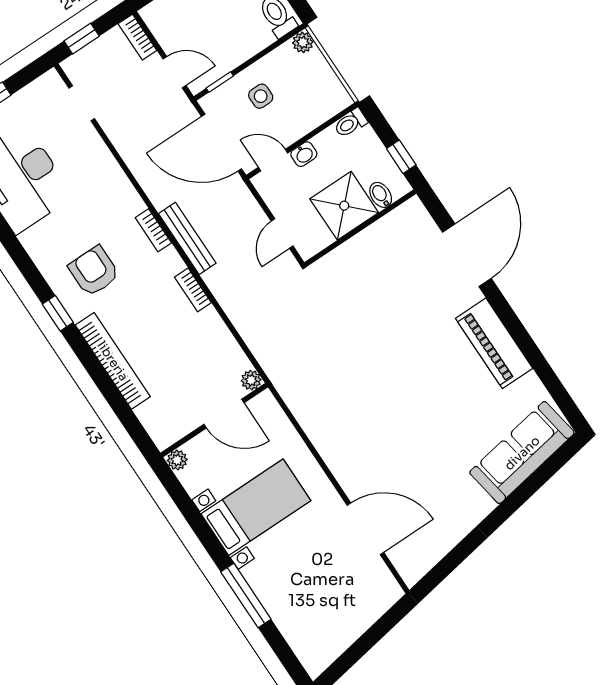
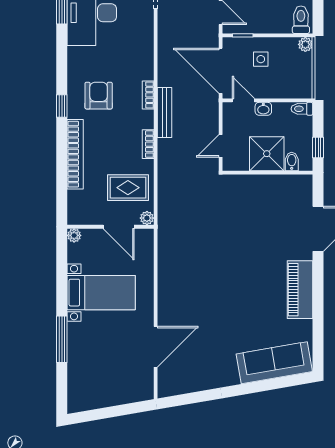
rug: (204, 359) -> (128, 188), added
door: (366, 529) -> (156, 347), hinge flipped

